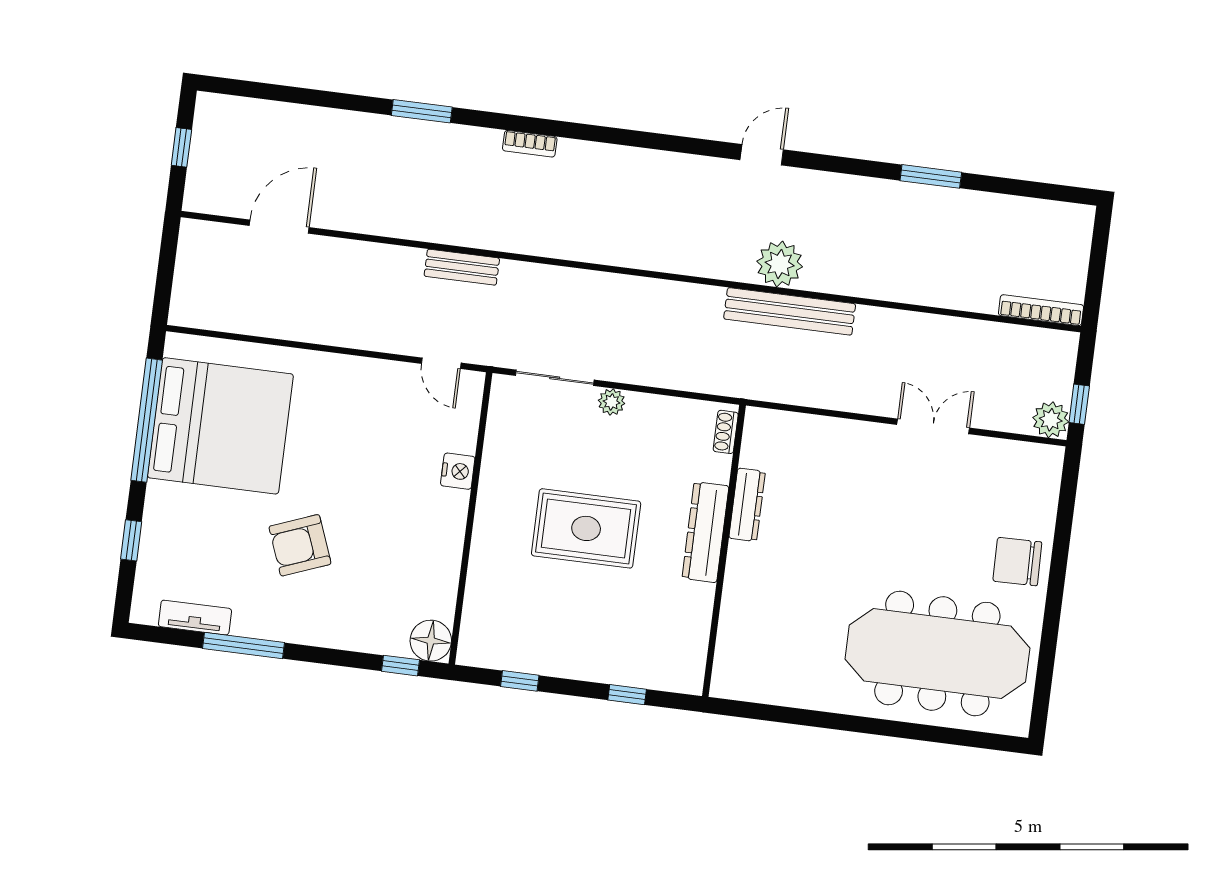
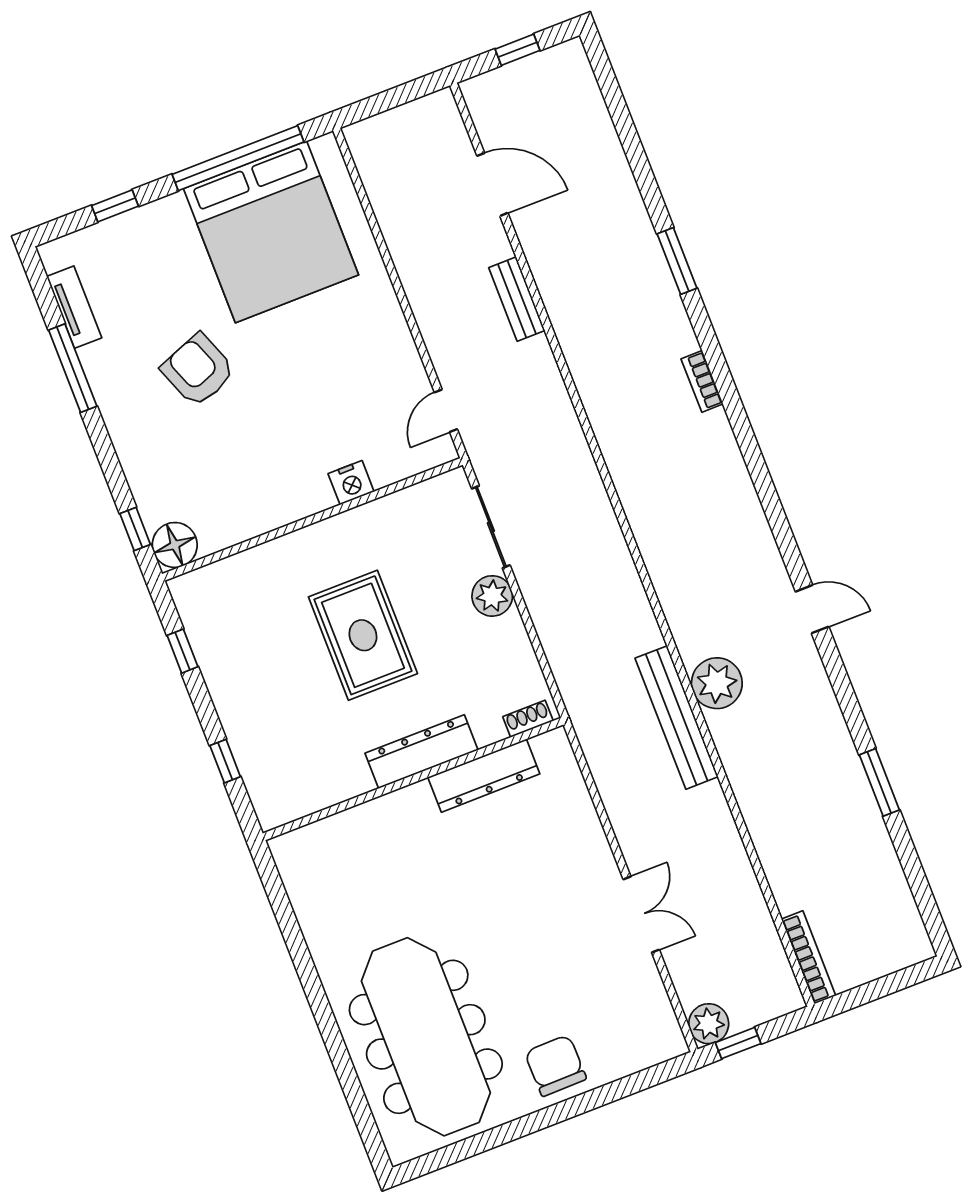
bench: (462, 267) -> (517, 299), moved
plant: (612, 402) -> (492, 596), width x1.38, depth x1.38
dresser: (747, 505) -> (484, 776), width x1.37, depth x1.24

